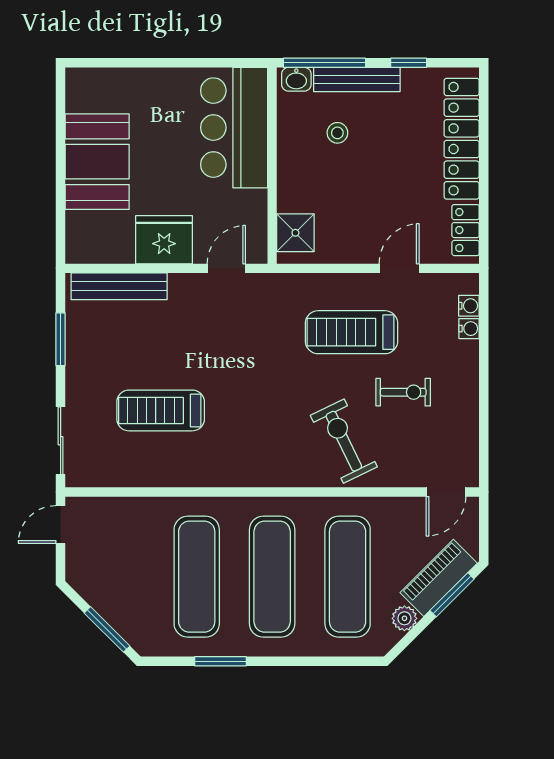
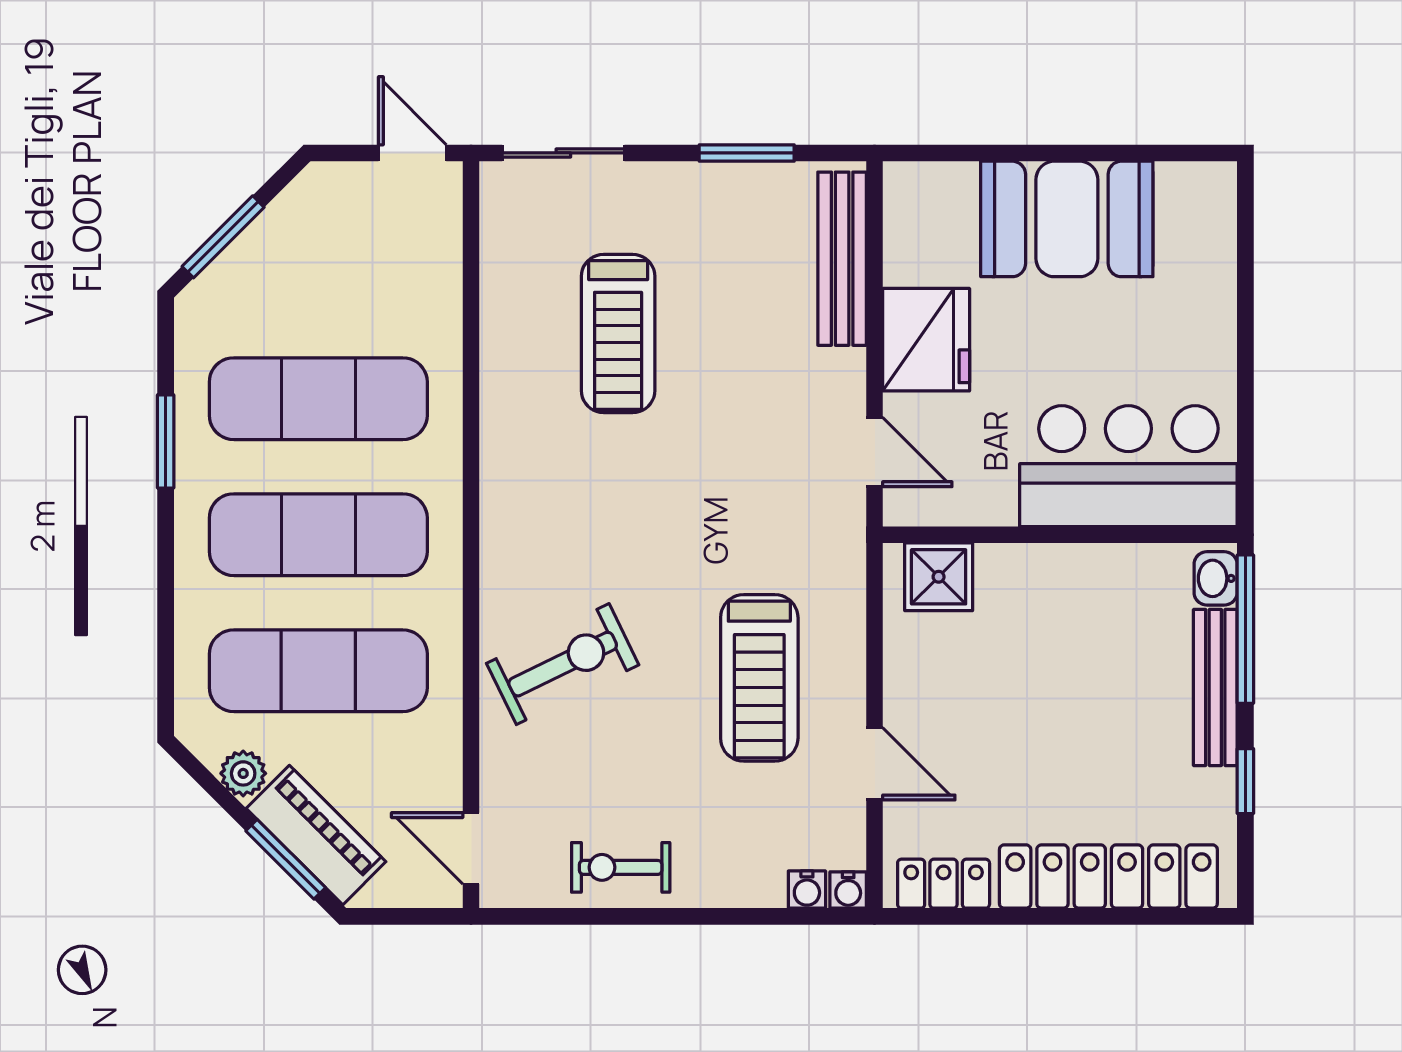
stool: (337, 133) -> (1119, 652), removed
water cooler: (469, 329) -> (848, 890), moved
treadmill: (351, 332) -> (759, 678), turned 180
exercise bike: (403, 392) -> (621, 867), moved, turned 90
treadmill: (161, 410) -> (618, 333), turned 180

